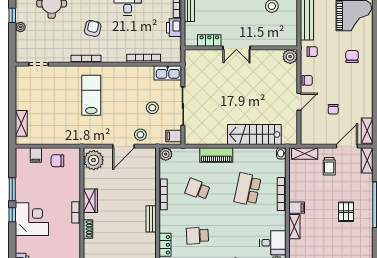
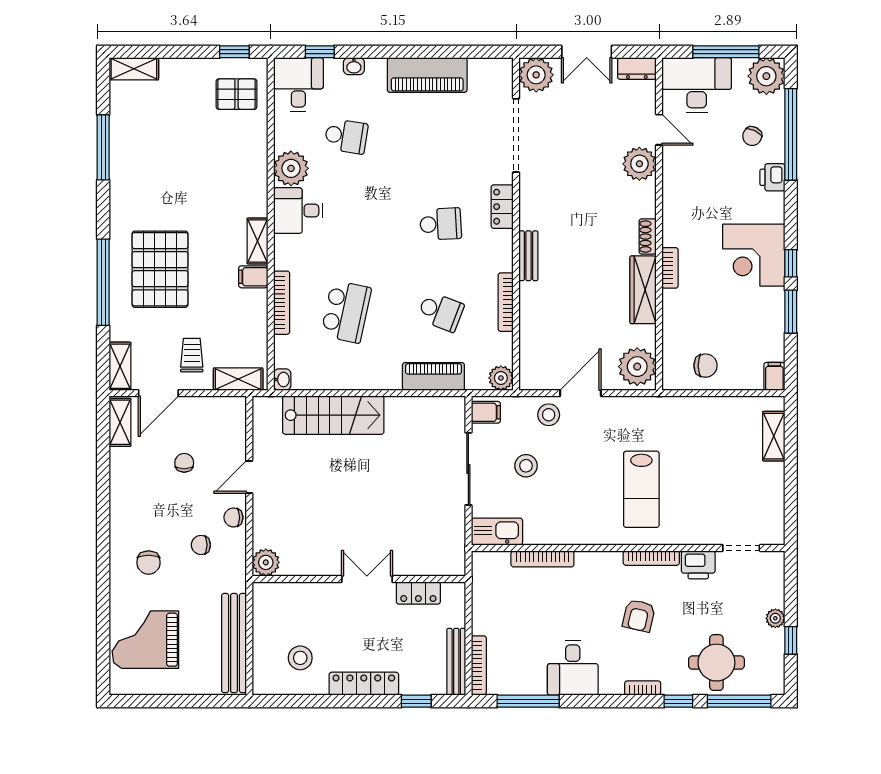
printer: (174, 28) -> (698, 565), moved, turned 90
chair: (312, 52) -> (201, 545), moved
filing cabinet: (36, 155) -> (774, 376), moved
piano: (216, 155) -> (433, 376), moved
wardrobe: (90, 201) -> (643, 290), width x1.50
pallet: (346, 212) -> (160, 269), width x2.05, depth x2.00

